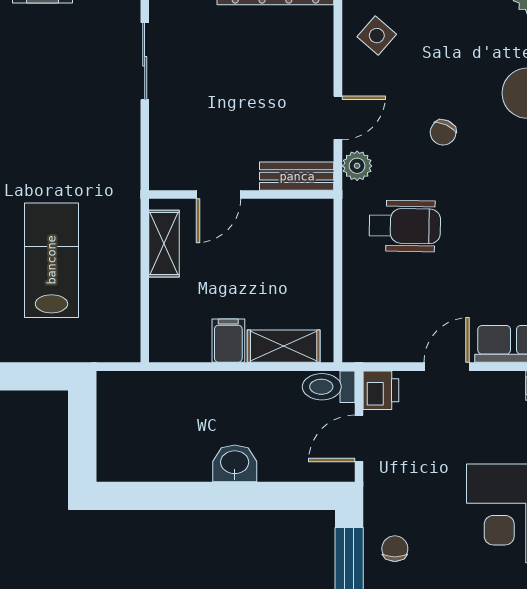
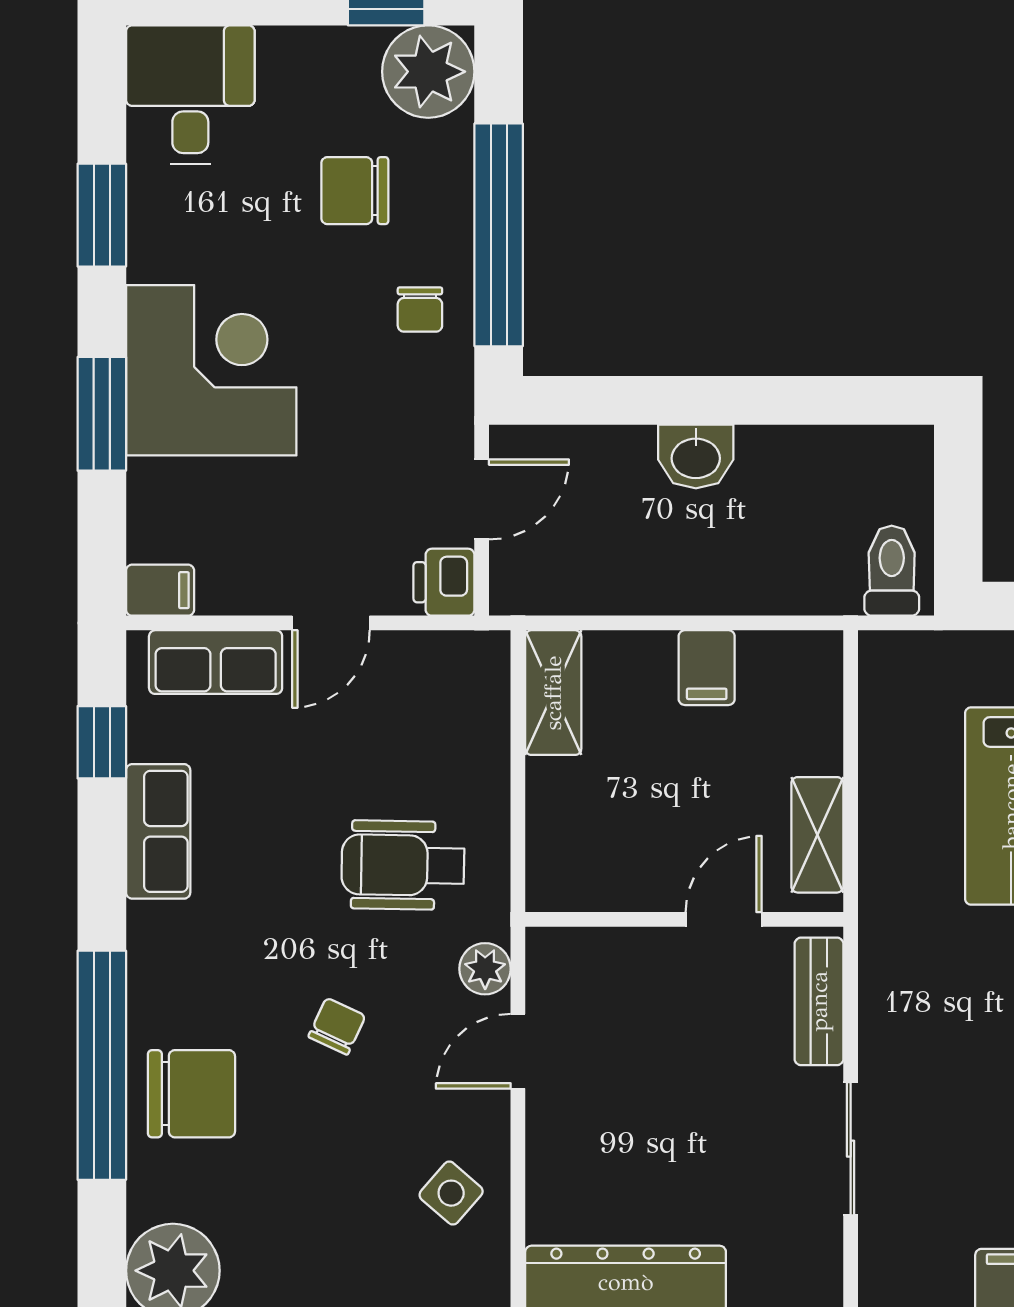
bench: (297, 176) -> (819, 1001), moved, turned 90
shelving: (284, 346) -> (553, 693), moved, turned 90
toilet: (329, 387) -> (892, 571), moved, turned -90

